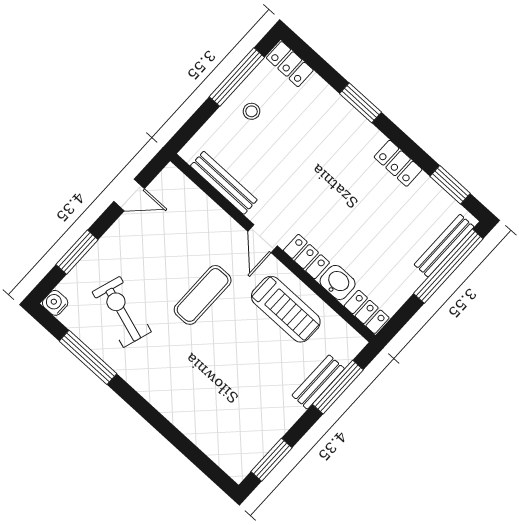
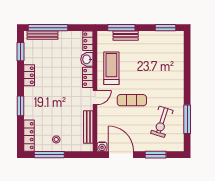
locker: (290, 64) -> (29, 136), width x1.53
door: (129, 195) -> (121, 155), width x1.88
water cooler: (55, 303) -> (102, 147), moved

